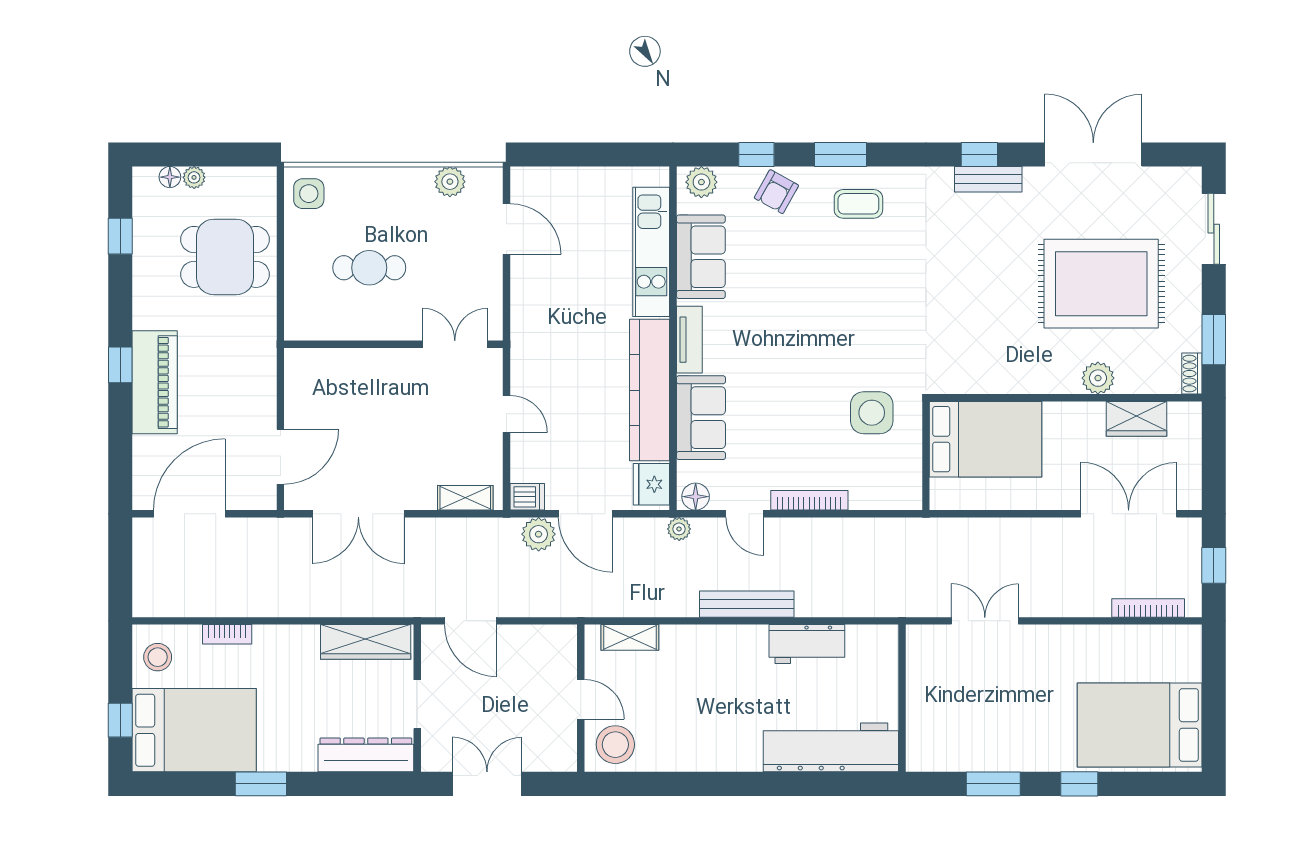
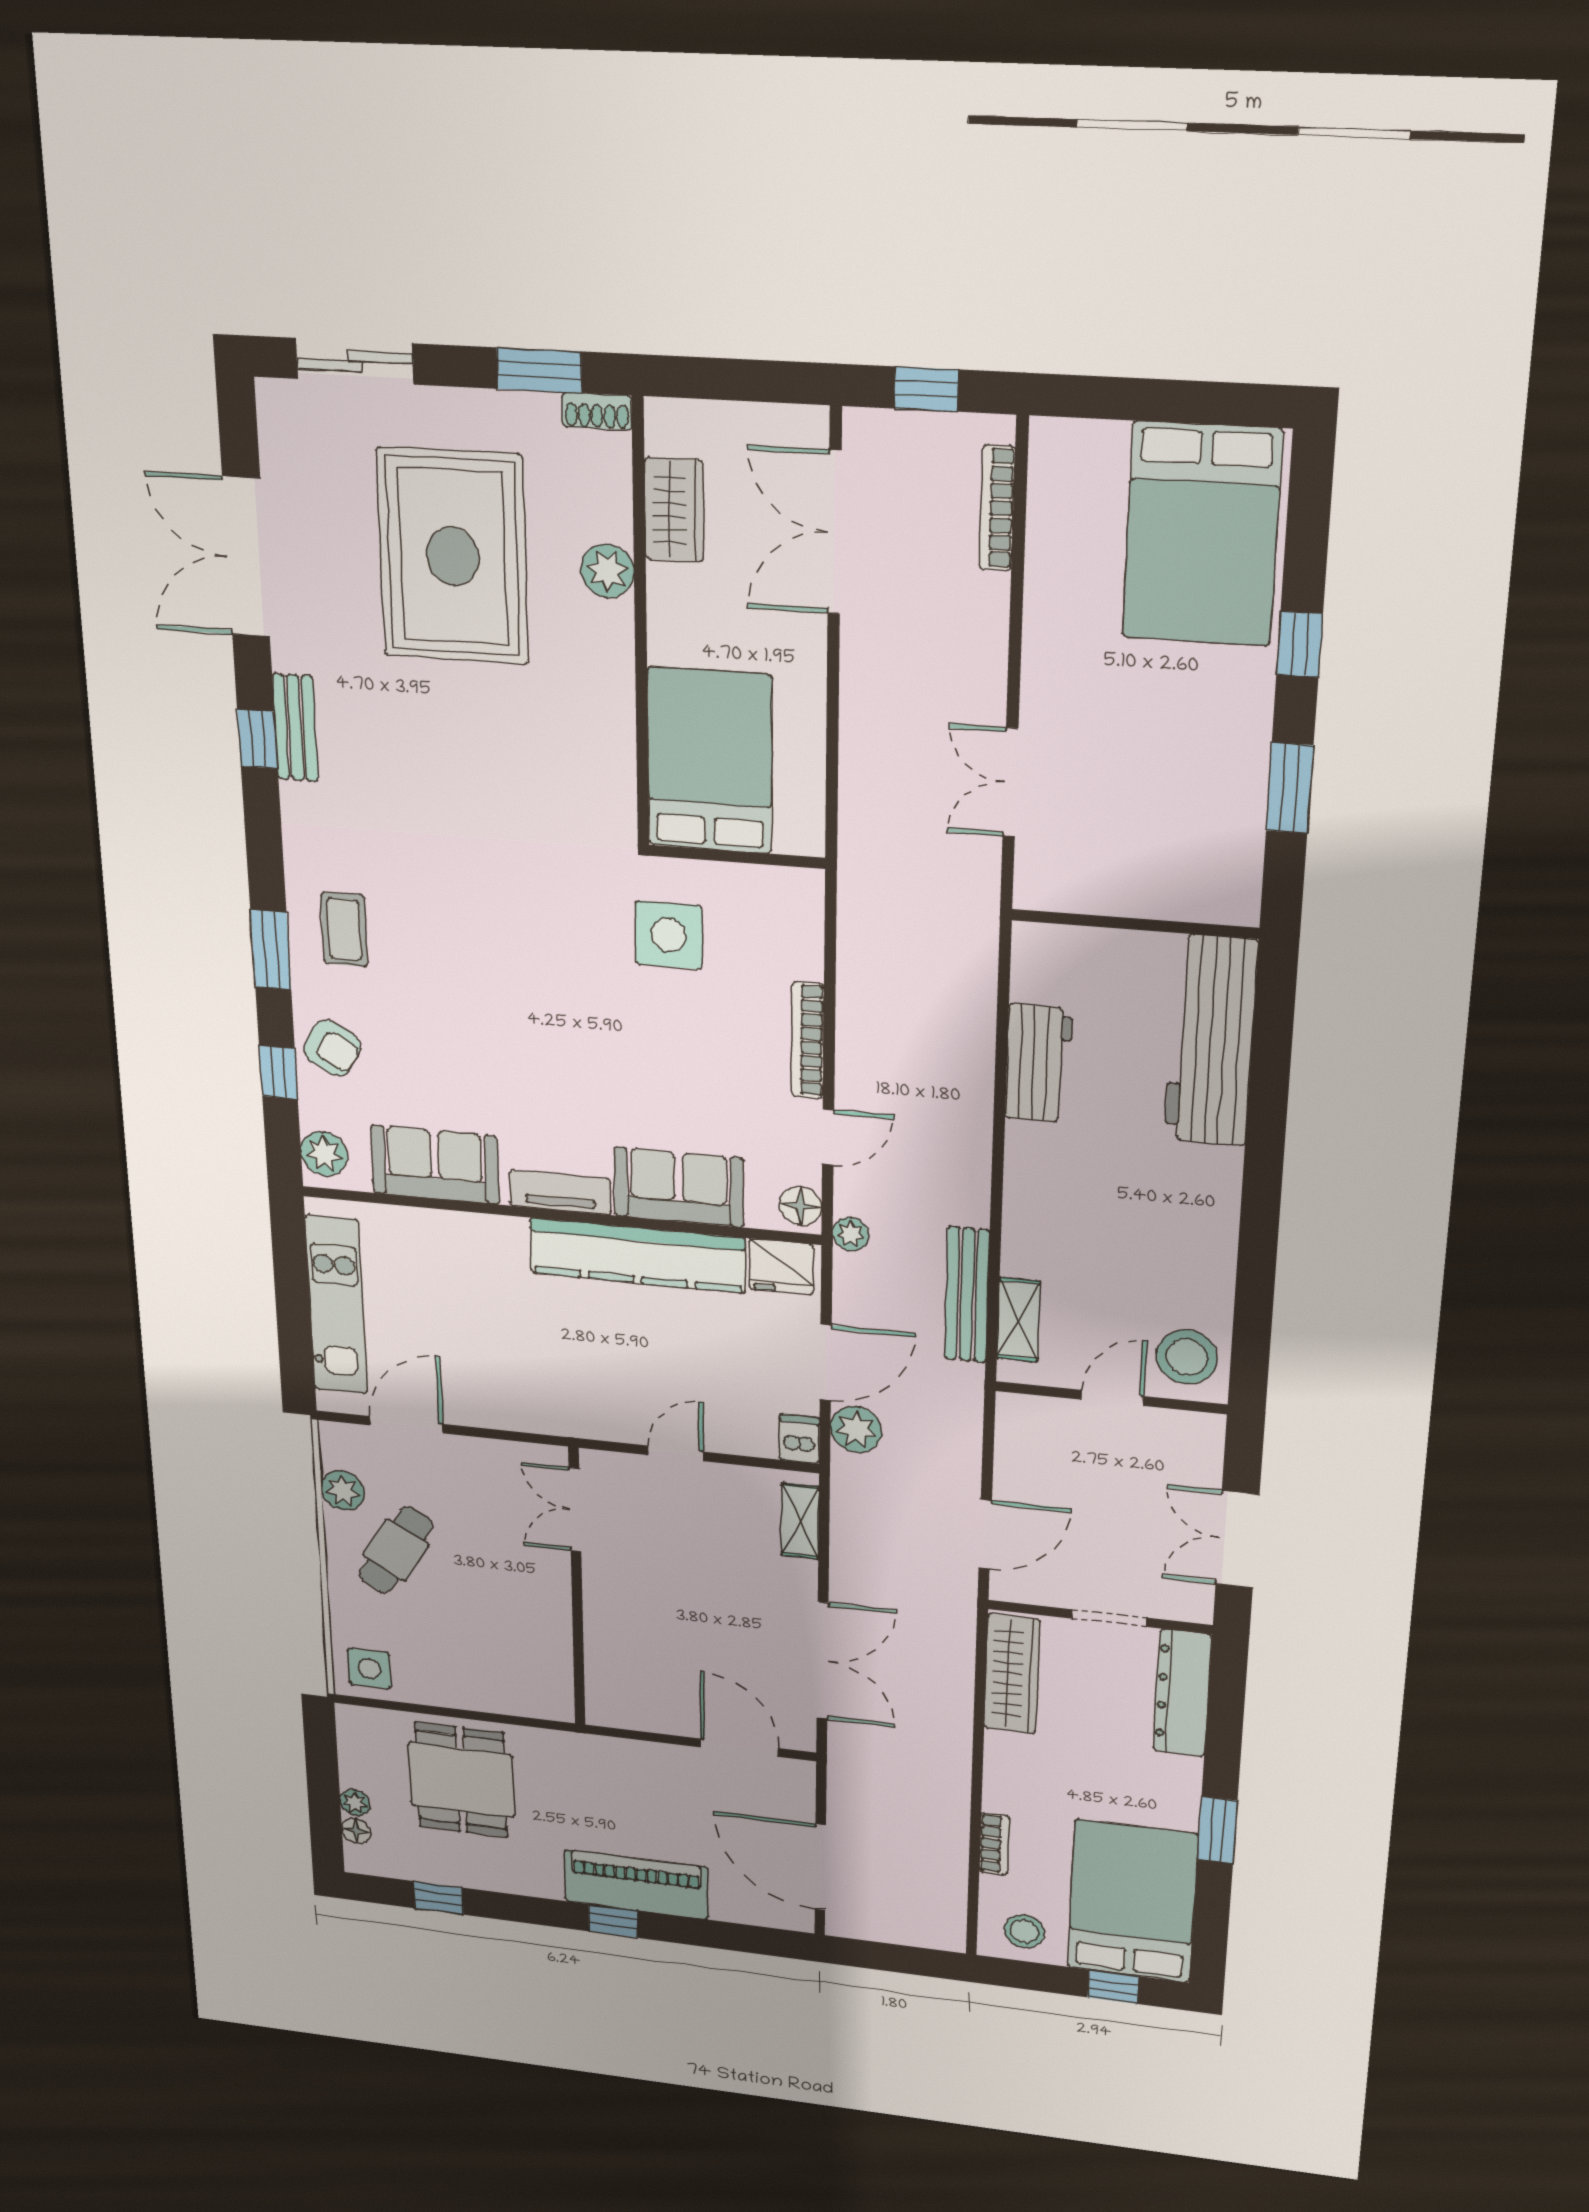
kitchen unit: (651, 252) -> (336, 1305), moved, turned -90
cafe table: (369, 268) -> (396, 1550), moved, turned 31
bench: (747, 604) -> (967, 1295), moved

